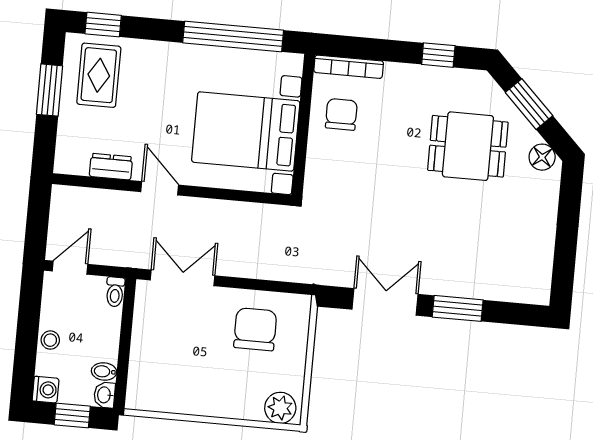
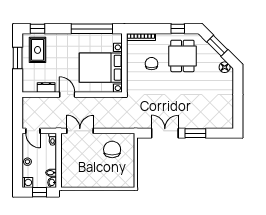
chair: (341, 114) -> (152, 64), moved
dining table: (468, 146) -> (182, 56), moved, turned 90
door: (70, 268) -> (33, 131), swing flipped
plant: (280, 408) -> (125, 181), removed

